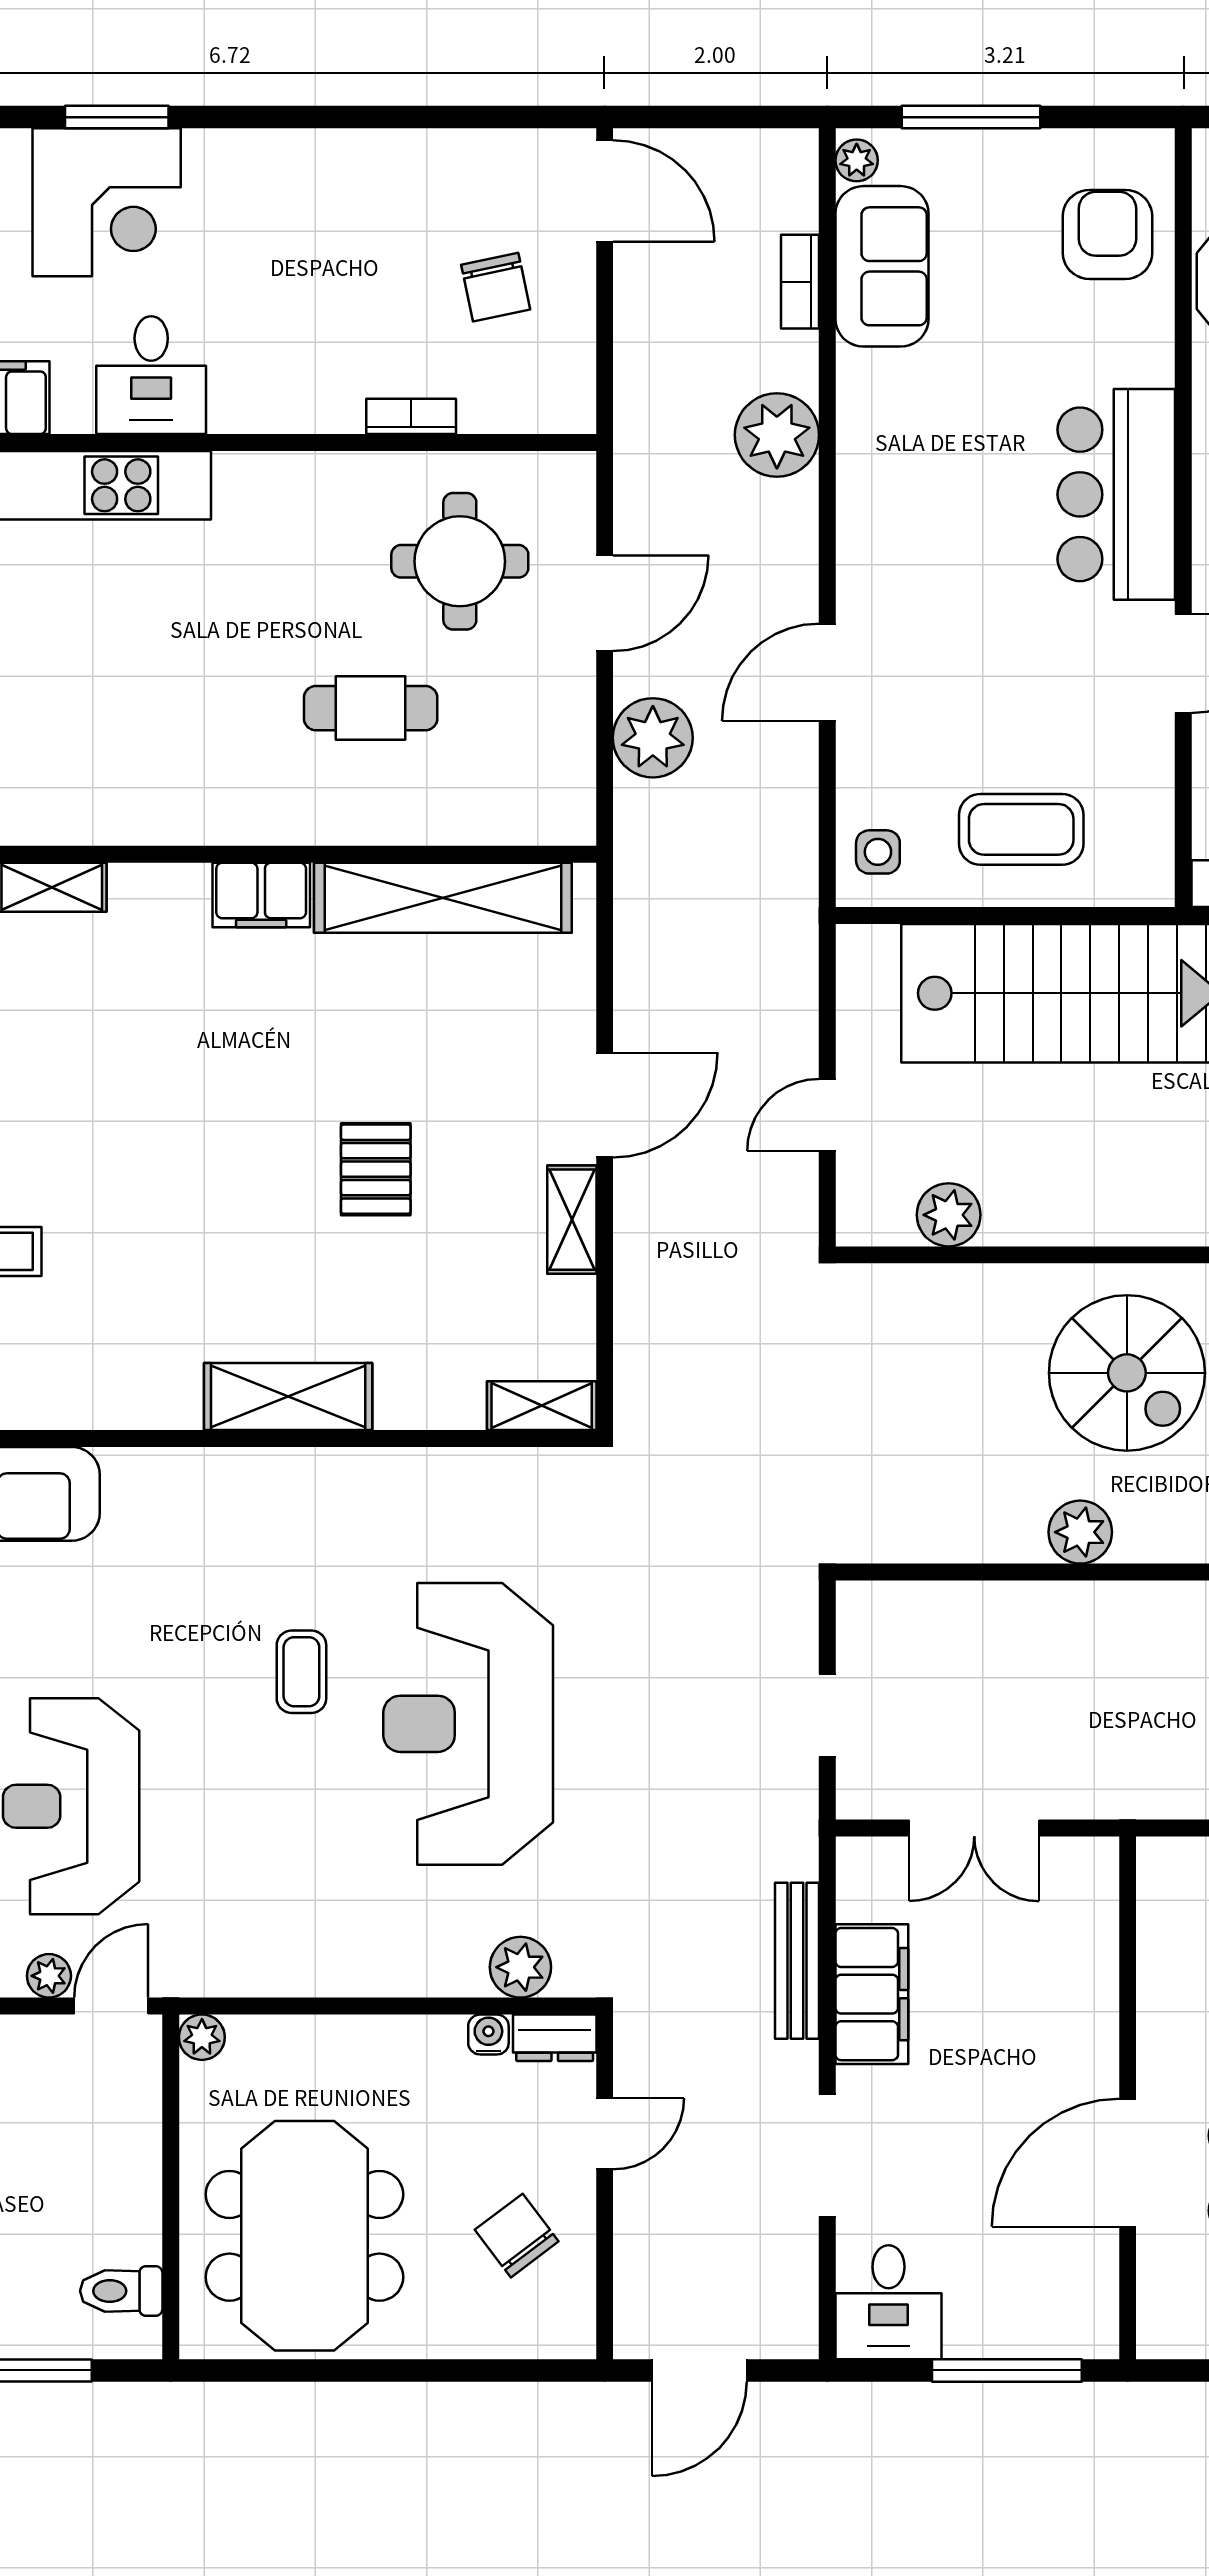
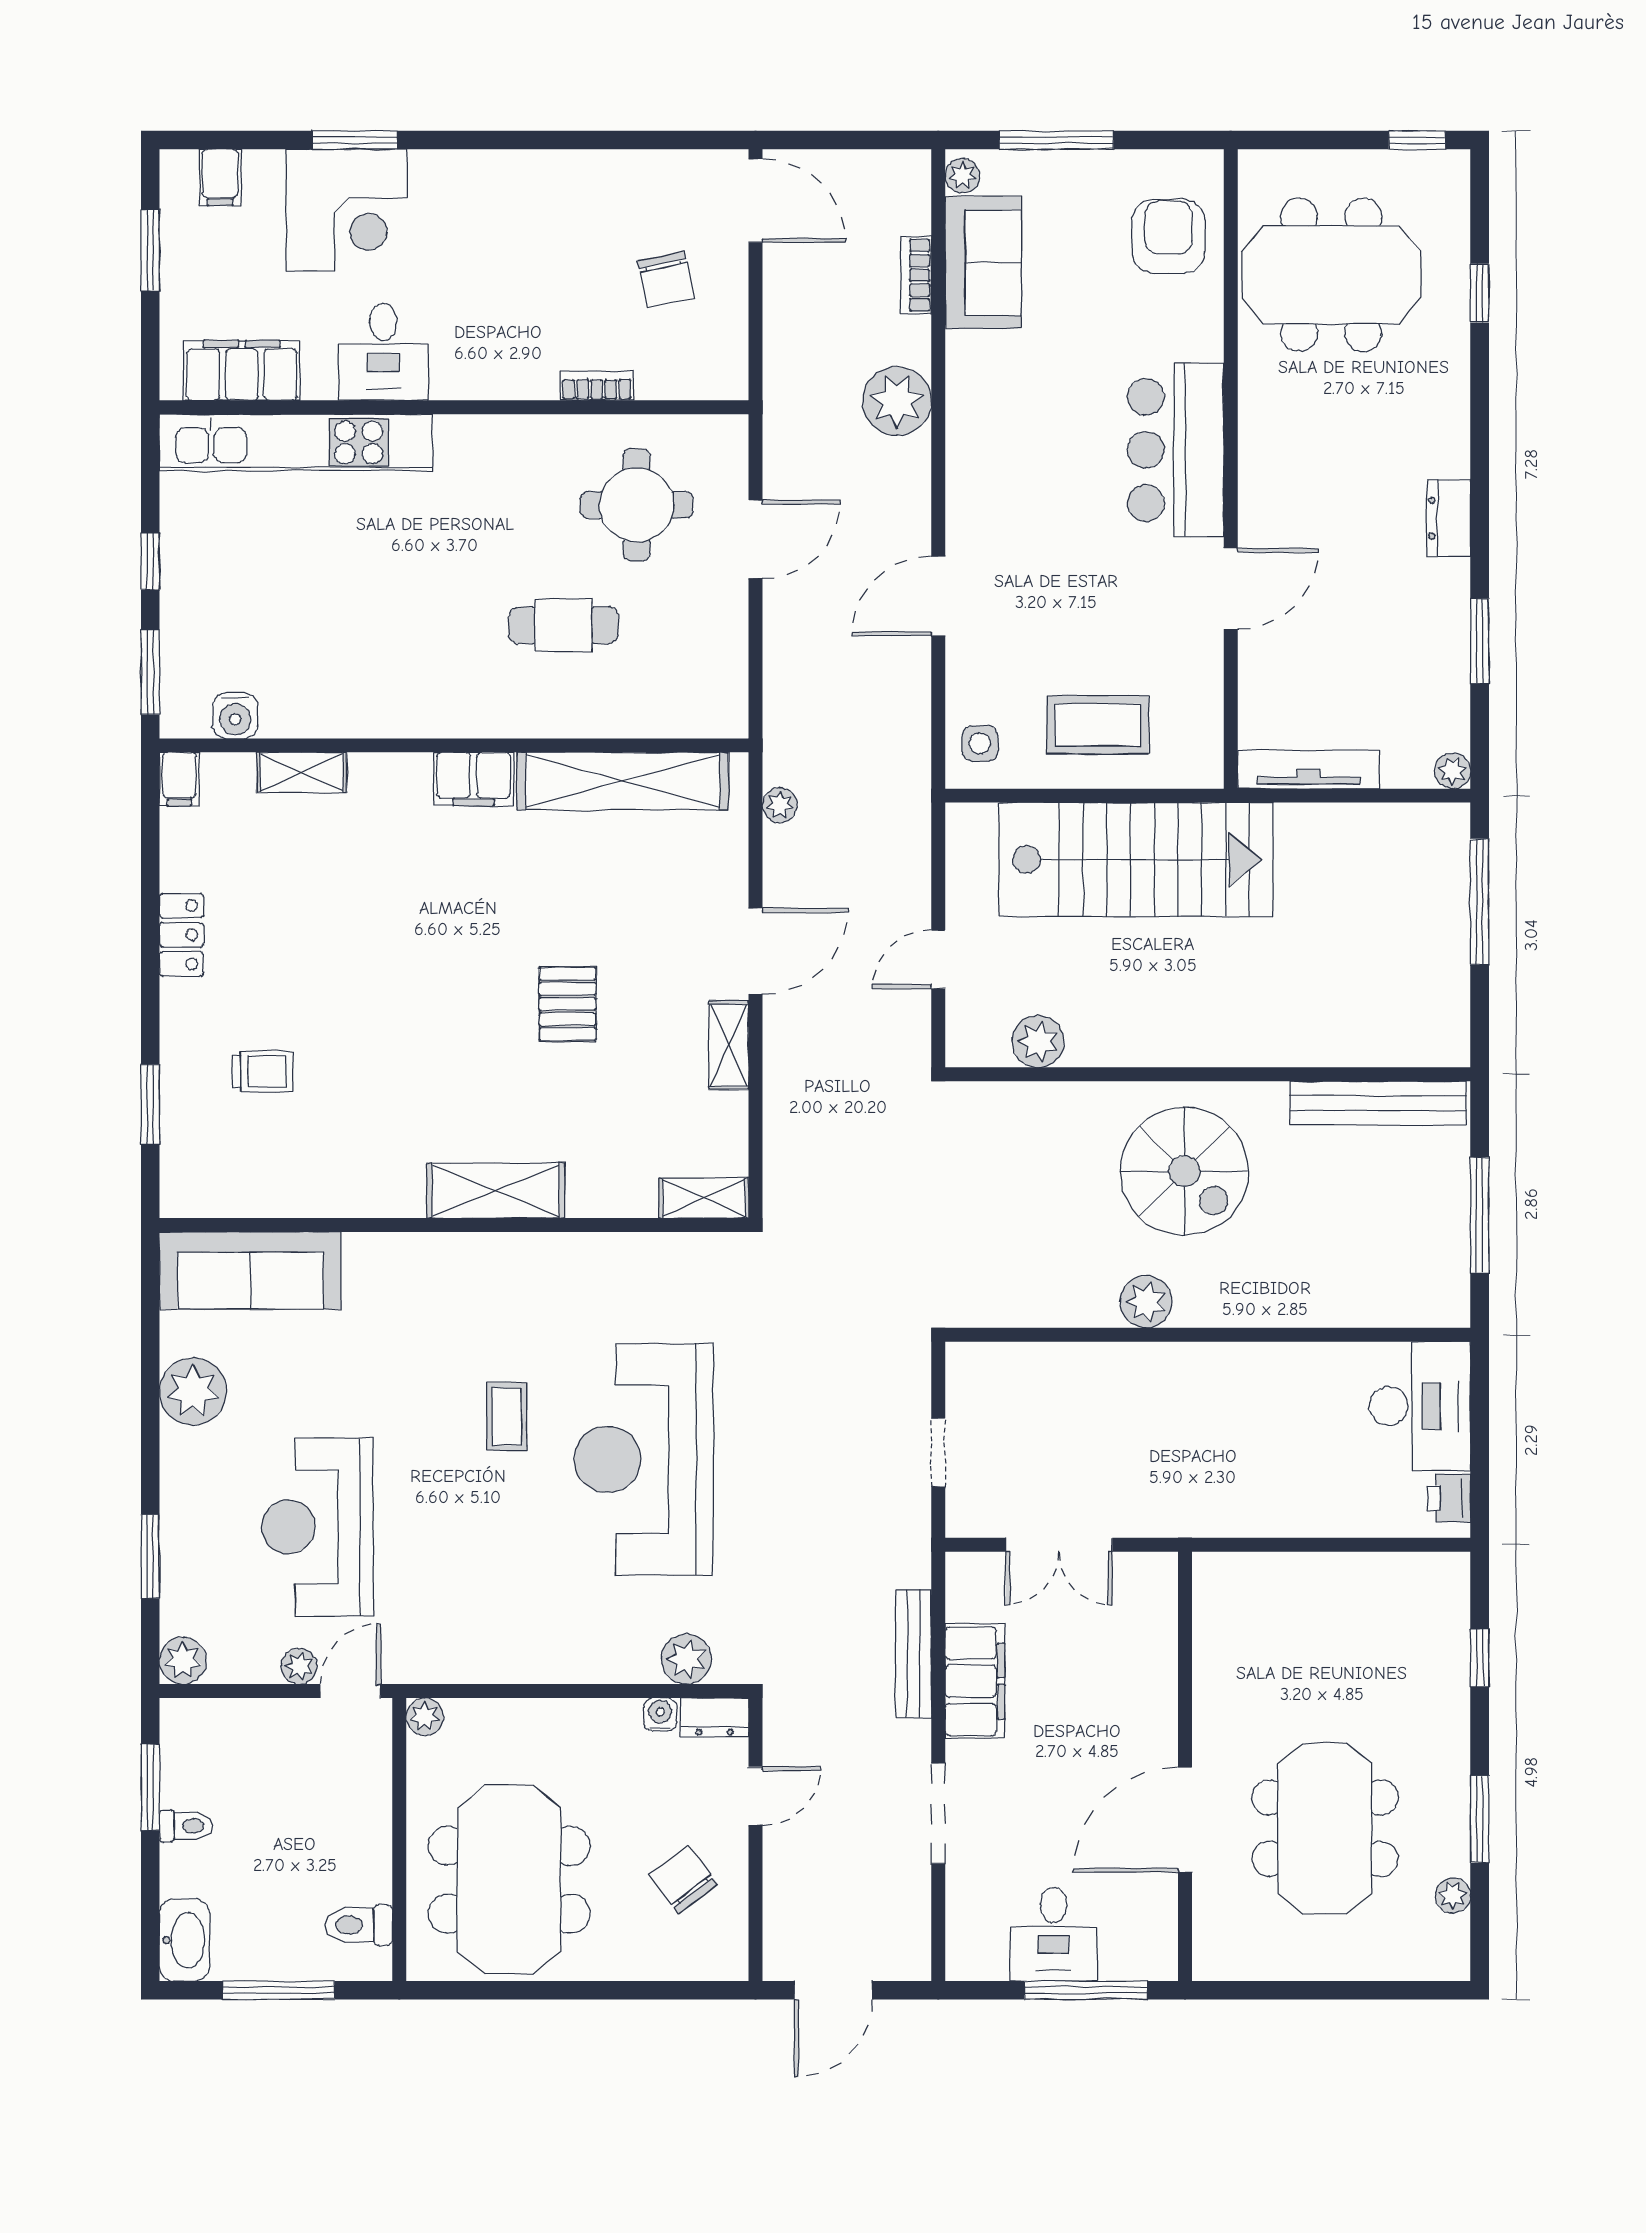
plant: (653, 738) -> (780, 805), moved, width x0.53, depth x0.53
desk: (889, 2302) -> (1053, 1934), moved

